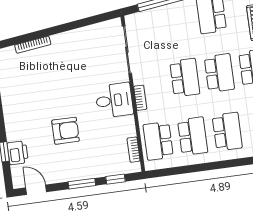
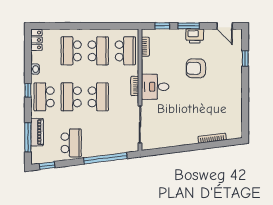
school desk: (185, 78) -> (98, 97), turned 180
school desk: (193, 136) -> (98, 51), turned 180
printer: (18, 153) -> (195, 36), moved, turned -90

